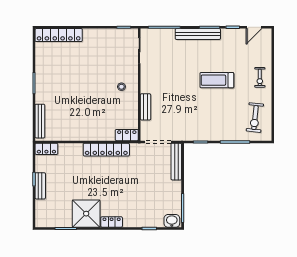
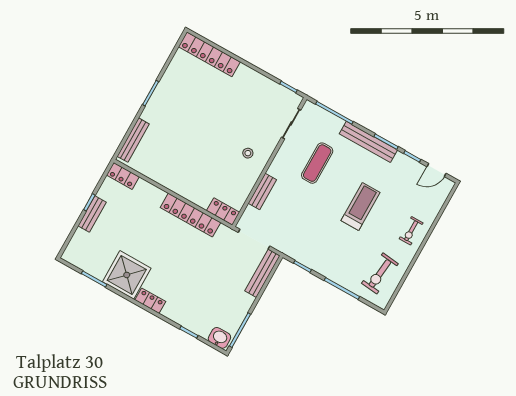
exercise mat: (172, 67) -> (317, 163), added
treadmill: (217, 80) -> (360, 207), turned 90

